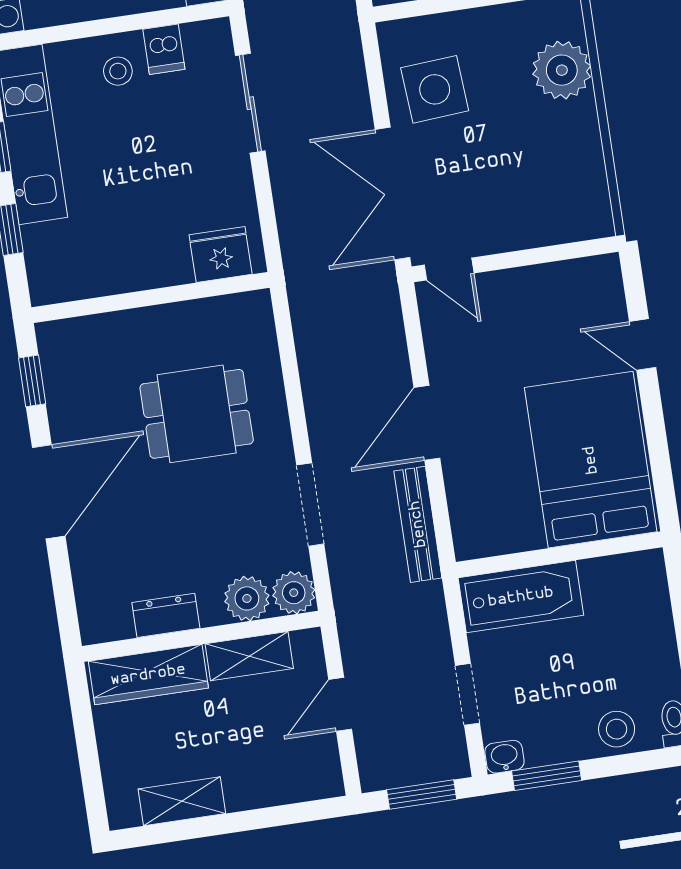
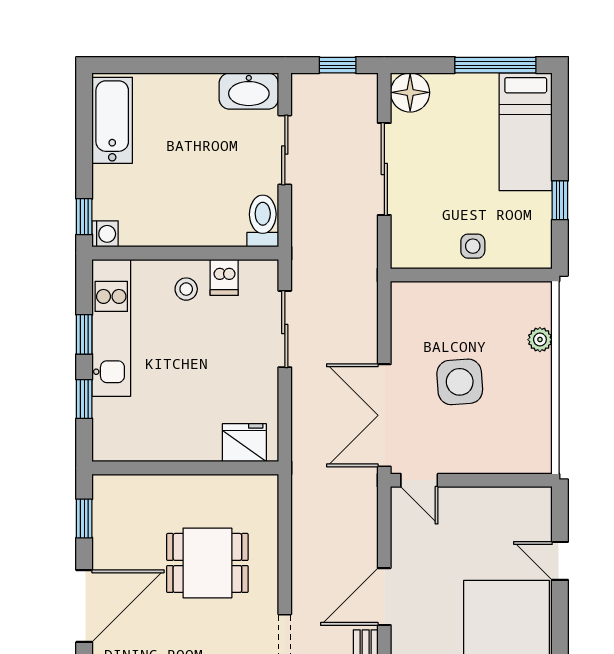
plant: (562, 70) -> (540, 340), width x0.53, depth x0.53
side table: (435, 89) -> (460, 382), moved

